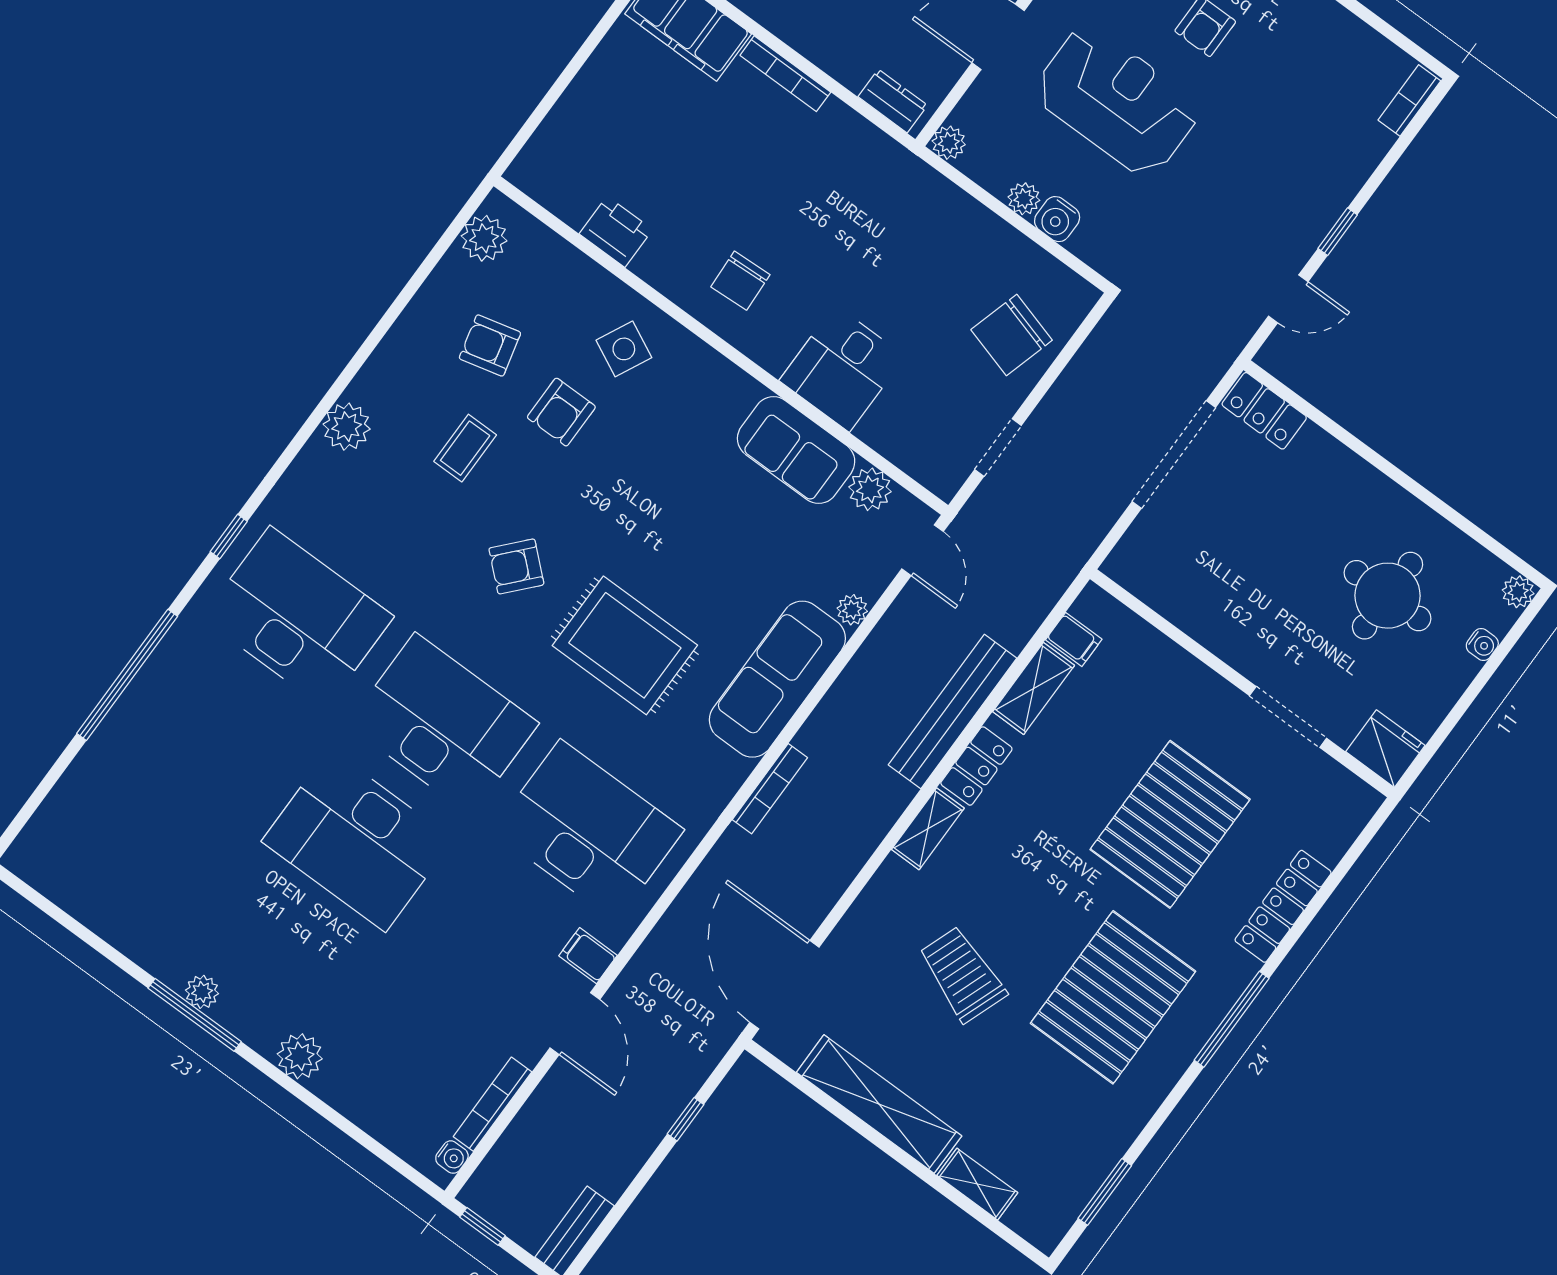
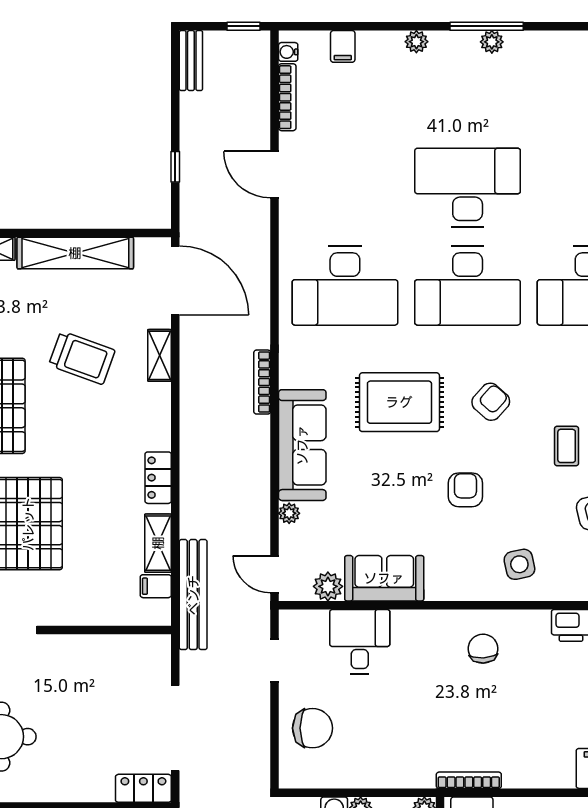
bookcase: (785, 74) -> (469, 780), moved
chair: (1012, 335) -> (312, 728), turned 74
side table: (624, 349) -> (519, 564), turned -38
desk: (842, 368) -> (360, 642), moved
armchair: (561, 412) -> (465, 490), moved
bench: (953, 711) -> (193, 595), moved
shelving: (928, 829) -> (159, 355), moved
filing cabinet: (588, 956) -> (343, 46), moved, turned 90
plant: (300, 1056) -> (416, 42), width x0.73, depth x0.73

